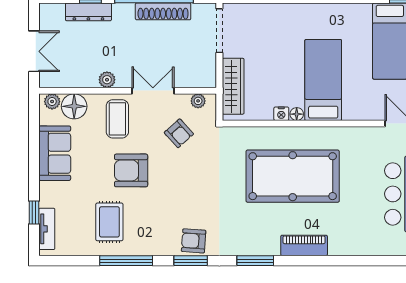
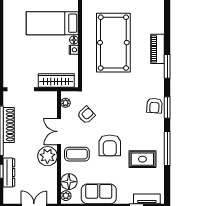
plant: (107, 80) -> (47, 156), width x1.87, depth x1.87
piano: (304, 245) -> (157, 49), moved

